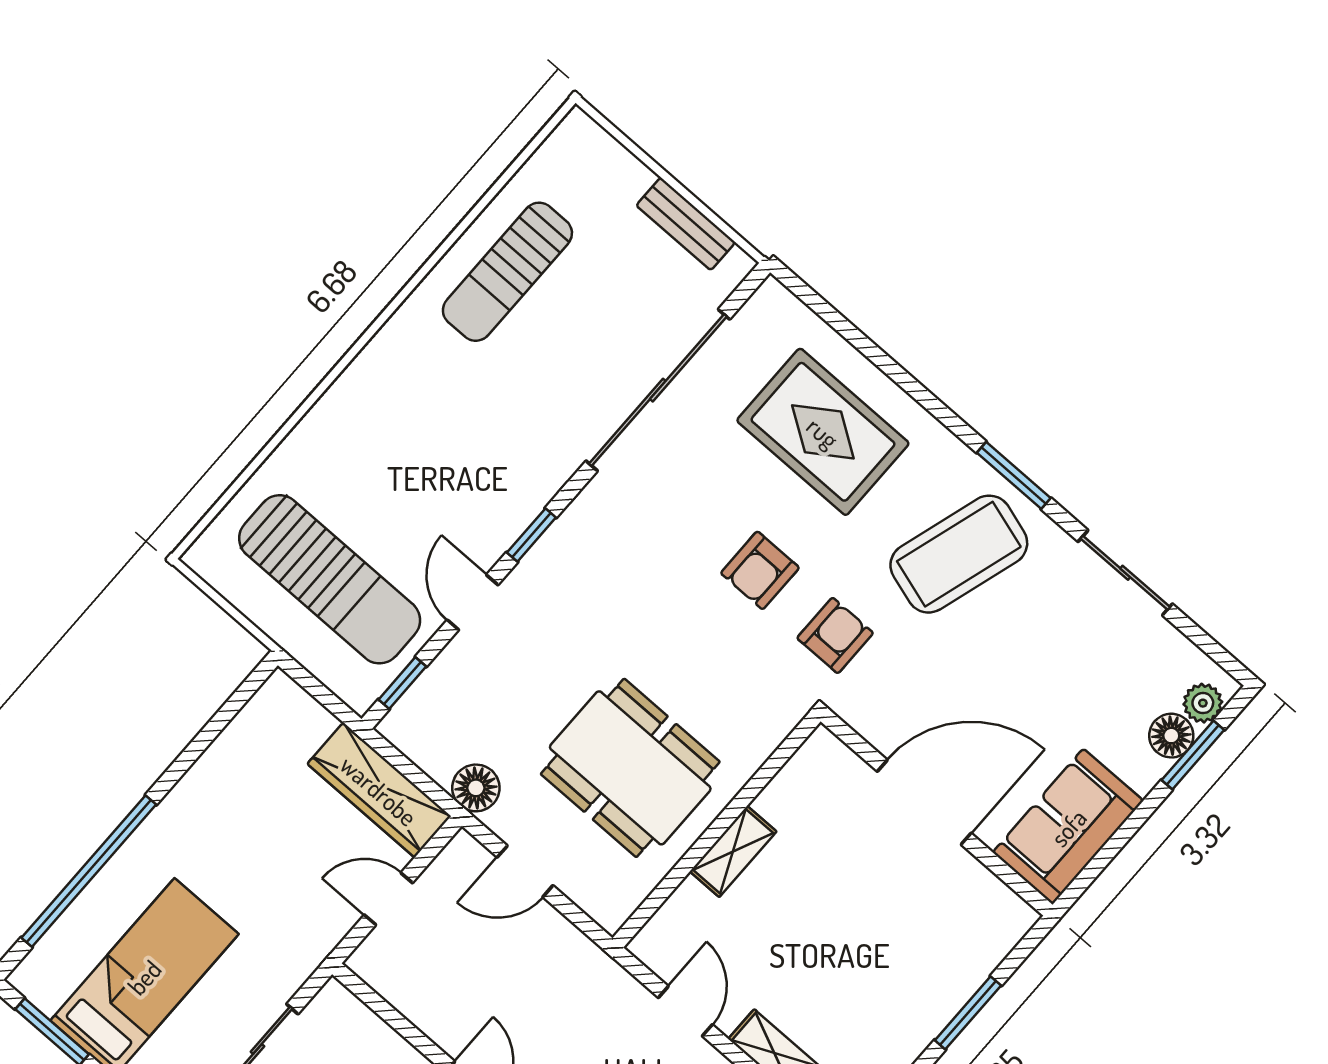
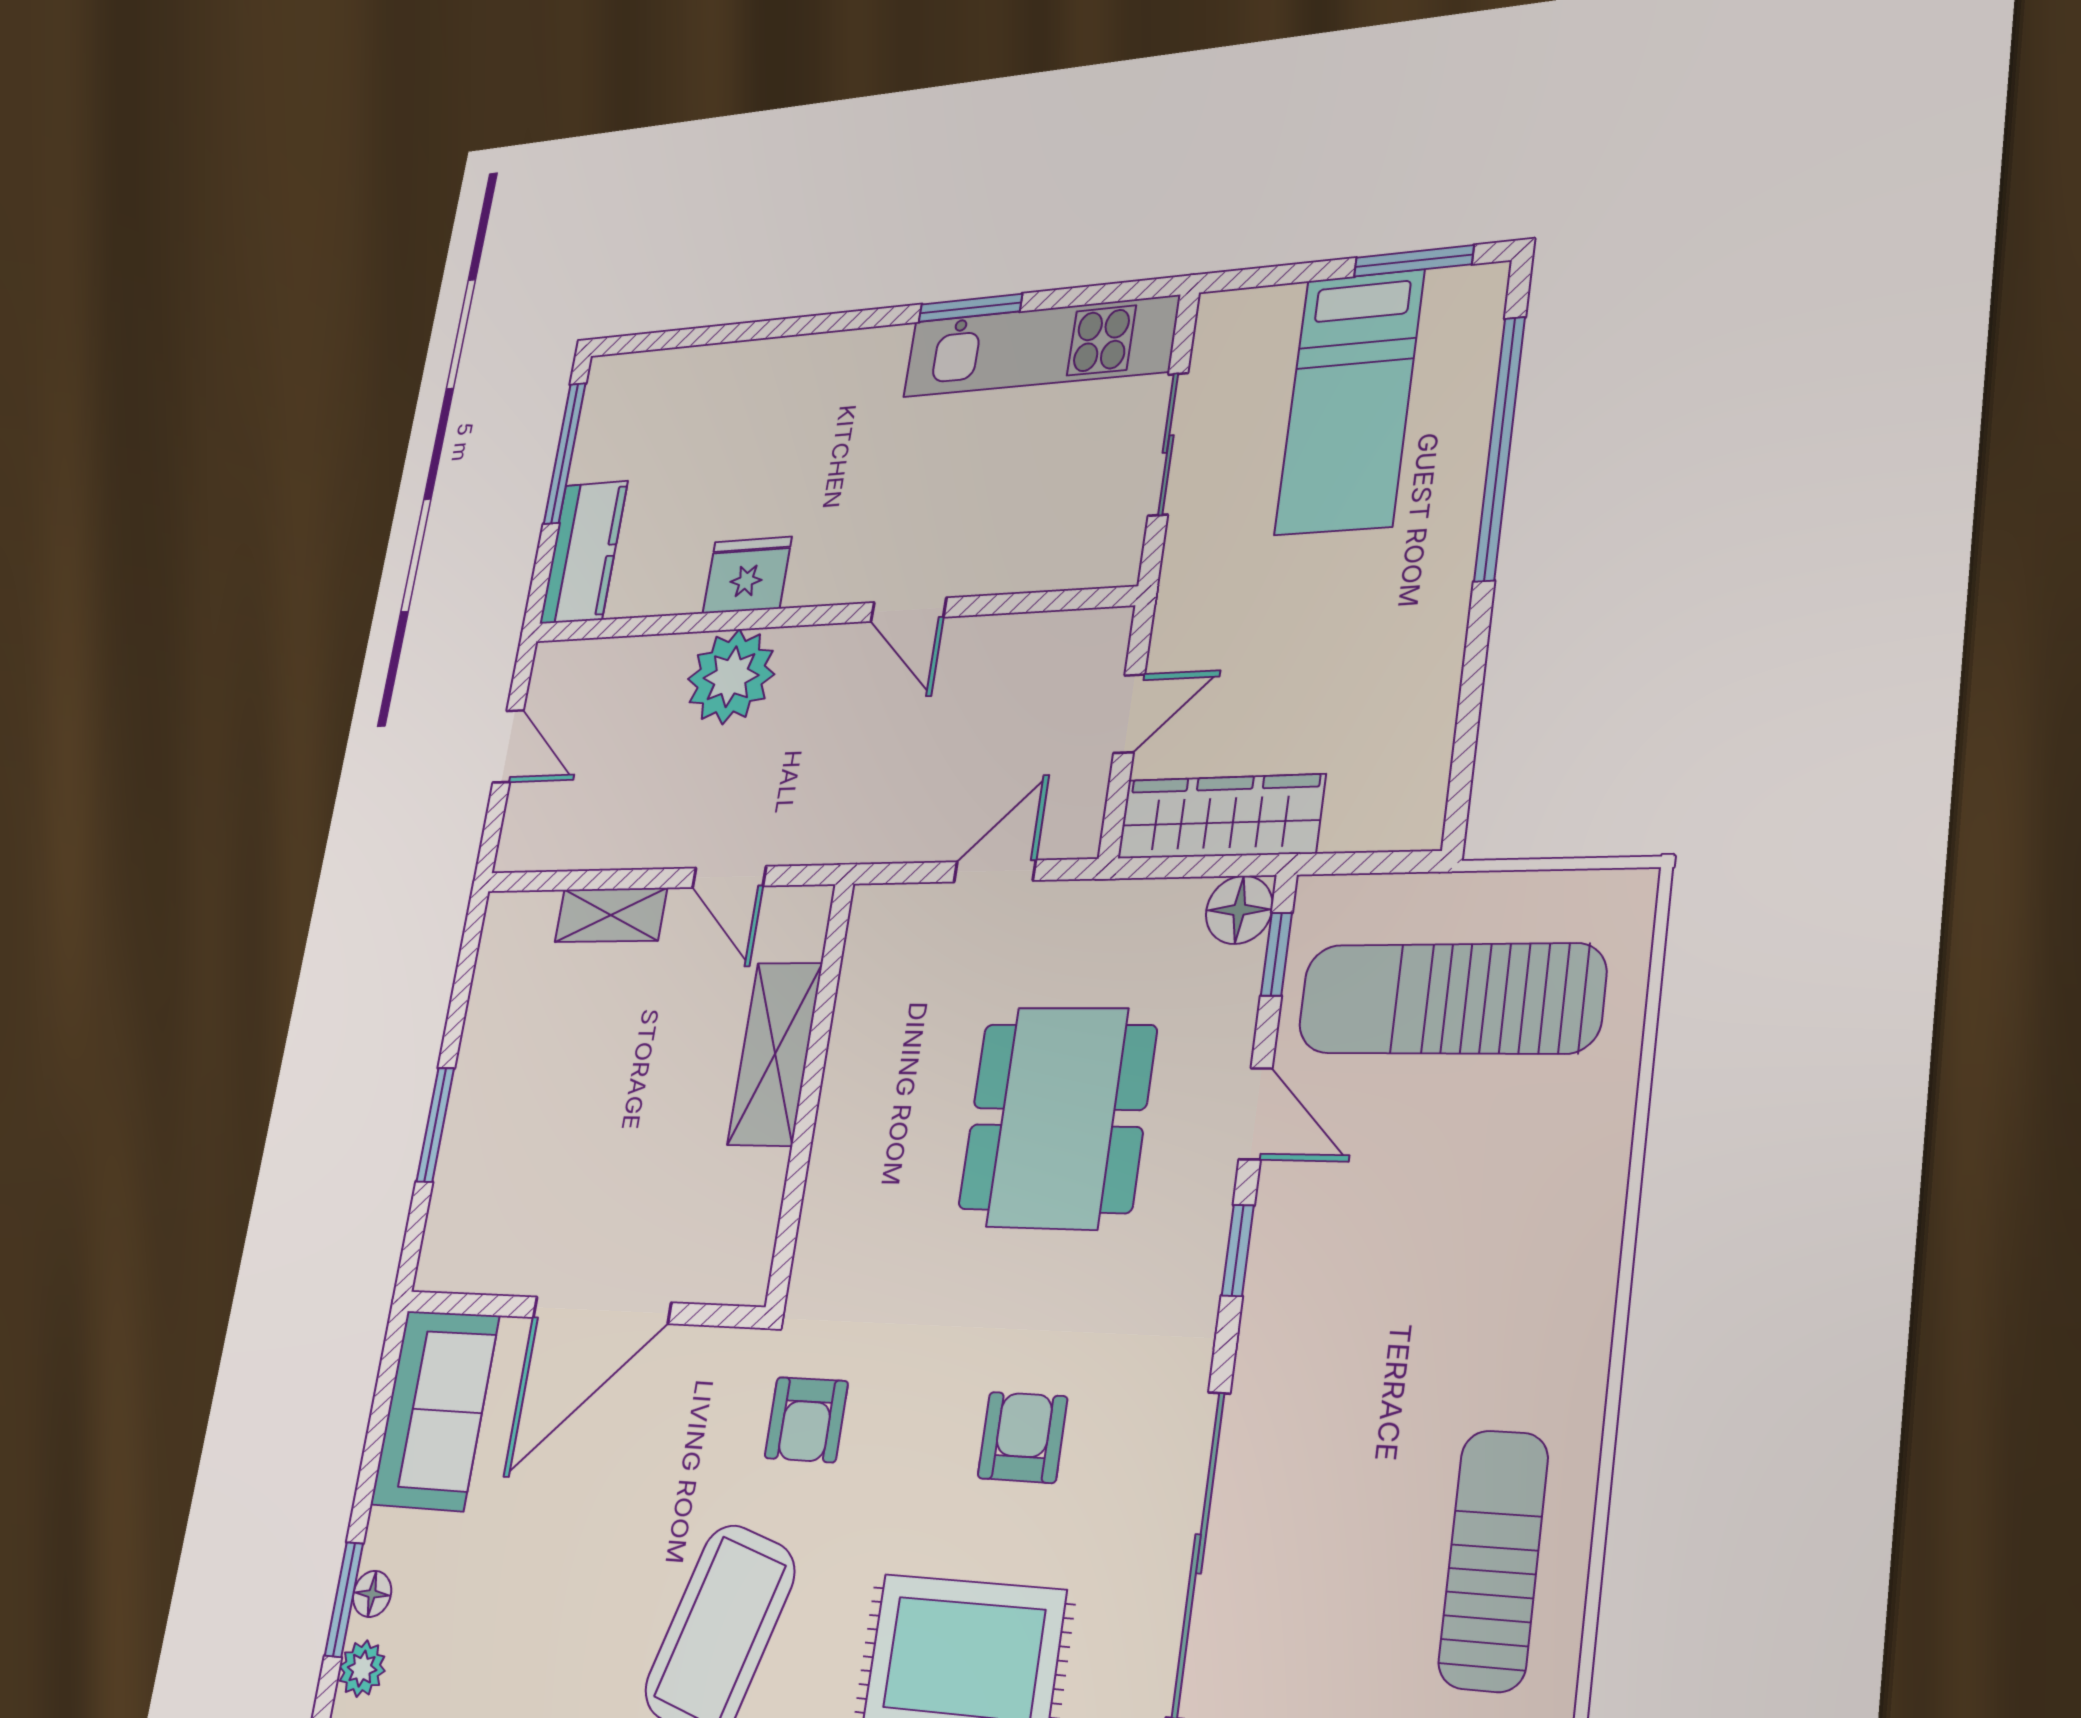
armchair: (760, 570) -> (1023, 1437), moved
floor lamp: (1171, 736) -> (372, 1594), width x0.73, depth x0.73
dining table: (630, 768) -> (1057, 1117), moved, turned 90
floor lamp: (476, 788) -> (1239, 910), moved
shelving: (733, 851) -> (775, 1054), width x1.50, depth x1.33

